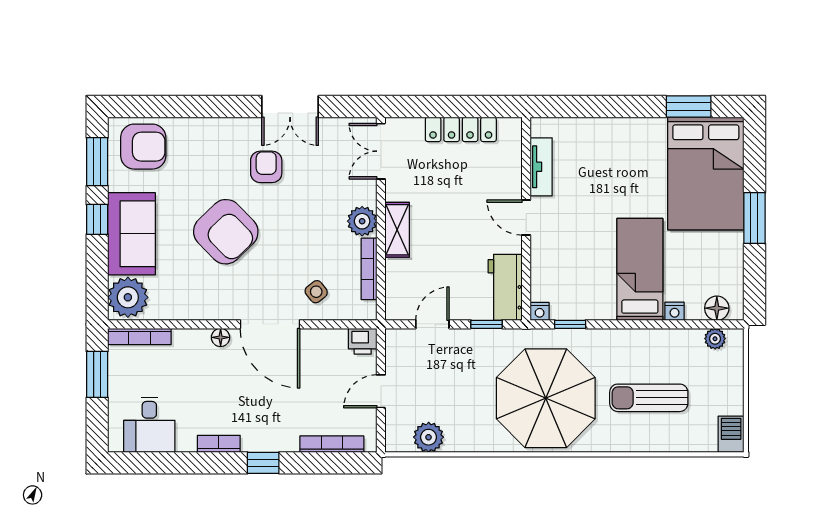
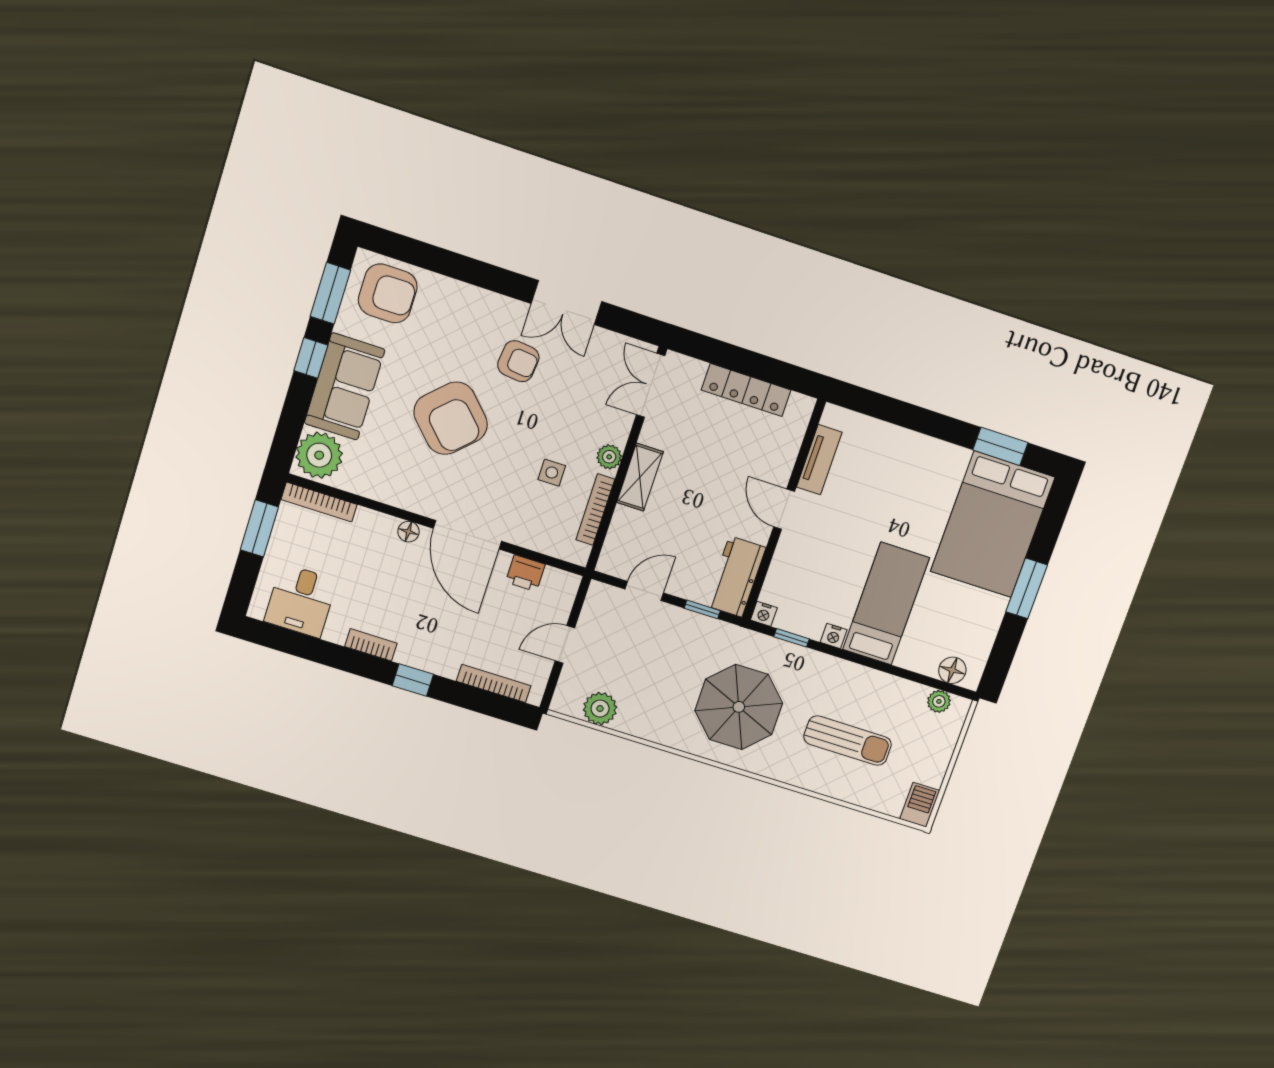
armchair: (266, 167) -> (518, 361), turned 96
plant: (362, 221) -> (609, 457), width x0.73, depth x0.73
side table: (316, 292) -> (552, 473), moved, turned 38
nightstand: (675, 311) -> (834, 636), moved
printer: (363, 341) -> (525, 573), moved
parasol: (546, 398) -> (739, 707), width x0.73, depth x0.73
sun lounger: (649, 398) -> (848, 741), turned 180

